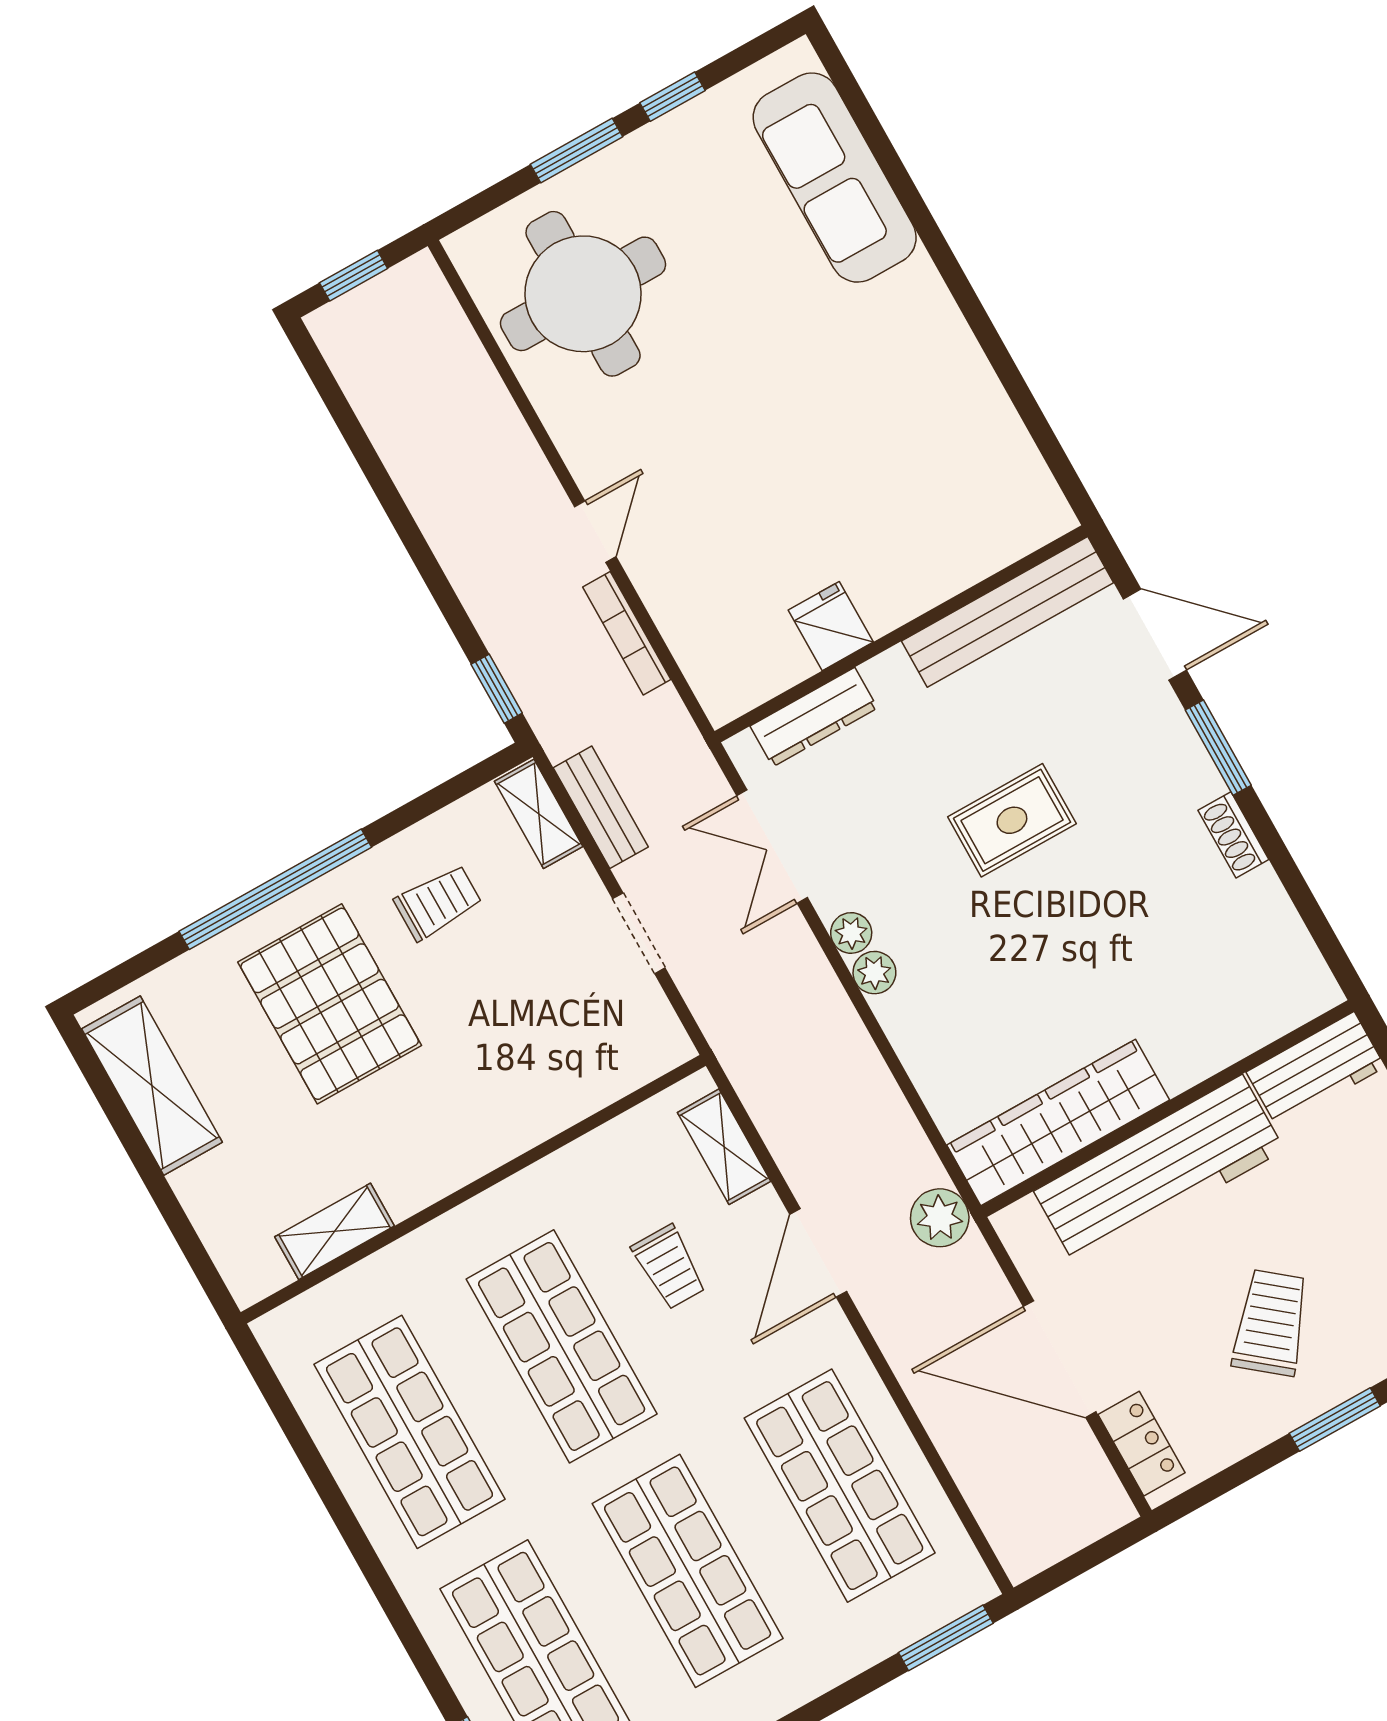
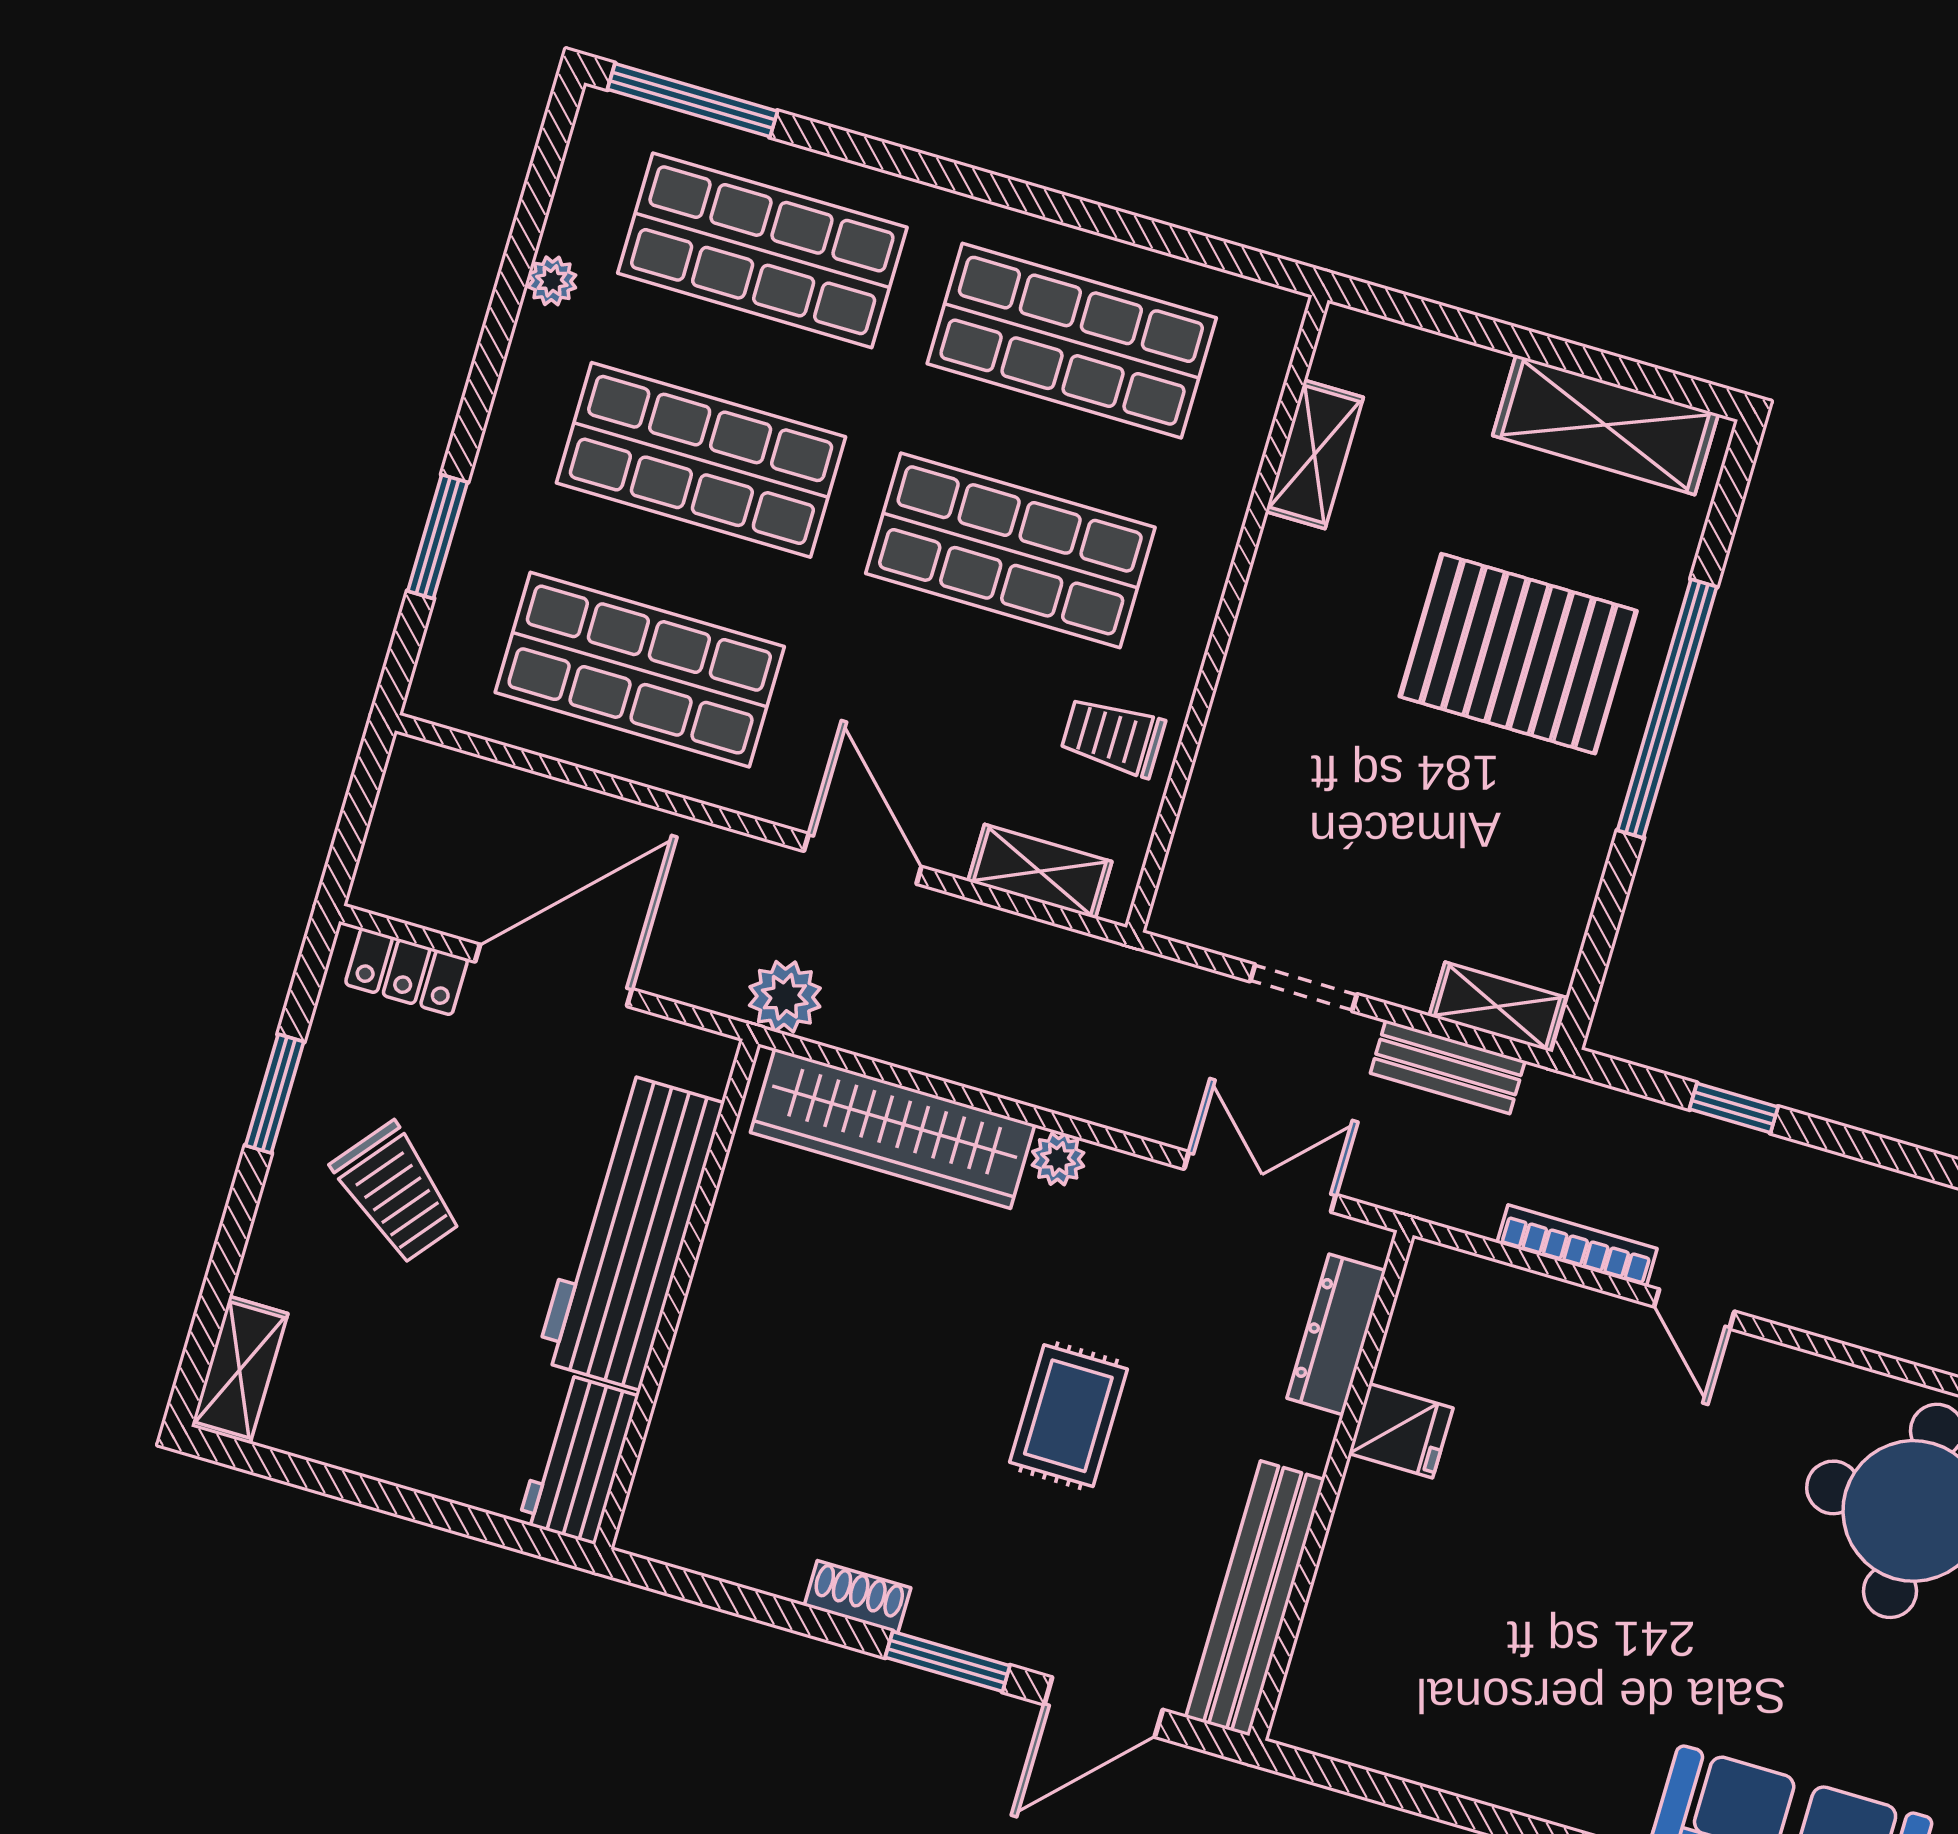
window: (497, 689) -> (1734, 1108), moved
trolley: (438, 902) -> (1510, 839), removed
plant: (851, 933) -> (1114, 1174), removed
wardrobe: (1058, 1123) -> (893, 1128), moved, turned 90
trolley: (669, 1267) -> (1113, 737), moved
window: (1335, 1420) -> (275, 1094), moved
window: (946, 1638) -> (438, 537), moved

